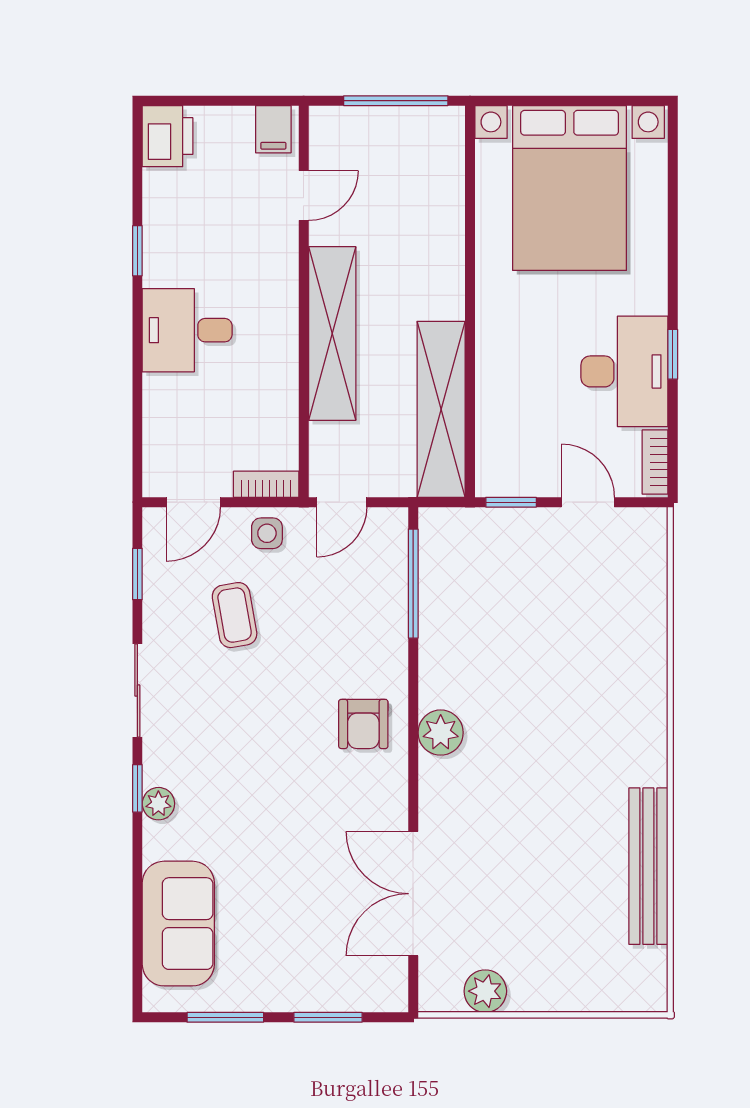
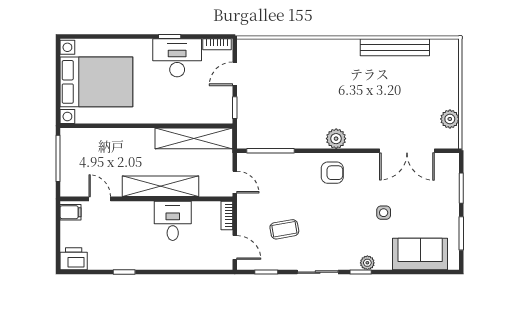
desk: (187, 330) -> (173, 221), moved, turned 180
side table: (267, 533) -> (384, 213), moved

